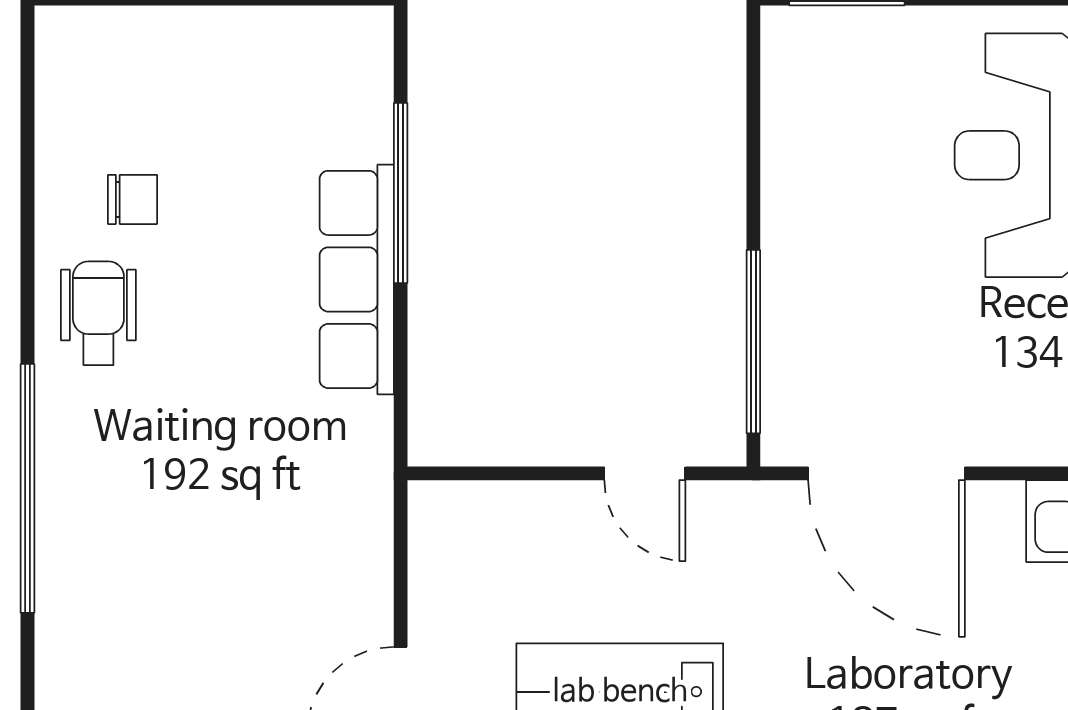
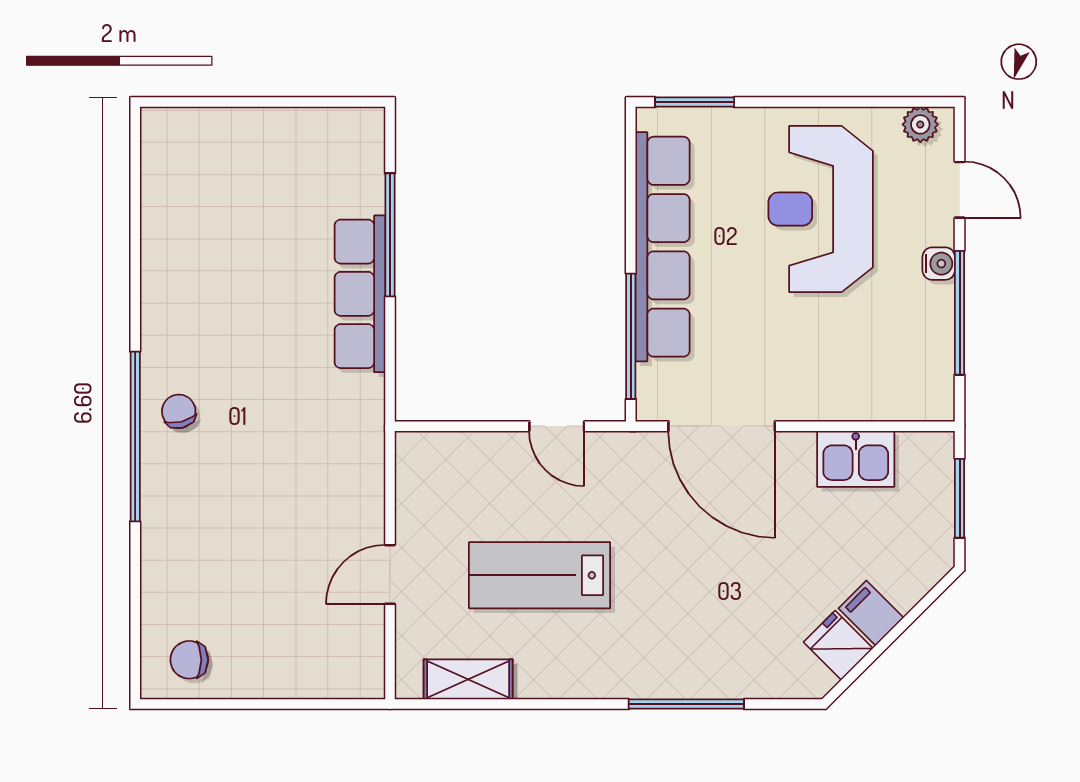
chair: (133, 199) -> (179, 411), moved, turned -104
row of seats: (800, 210) -> (663, 247), added
wheelchair: (98, 313) -> (184, 317), removed

